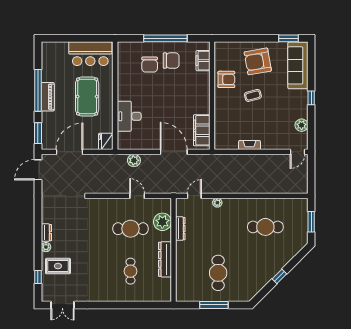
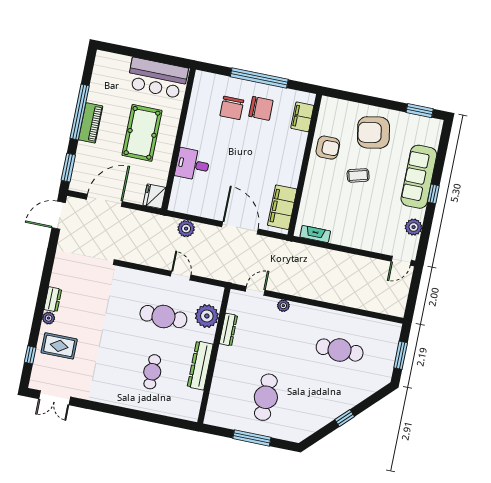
sofa: (298, 65) -> (419, 177), moved
desk: (129, 116) -> (193, 164), width x0.73
fireplace: (249, 145) -> (315, 234), moved

